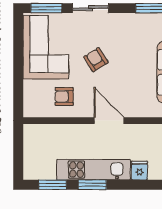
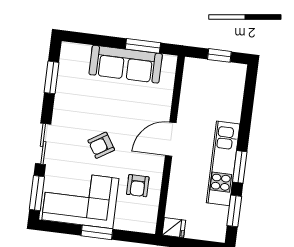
window: (18, 66) -> (97, 232), added
fridge: (139, 170) -> (174, 228), moved, turned 180

